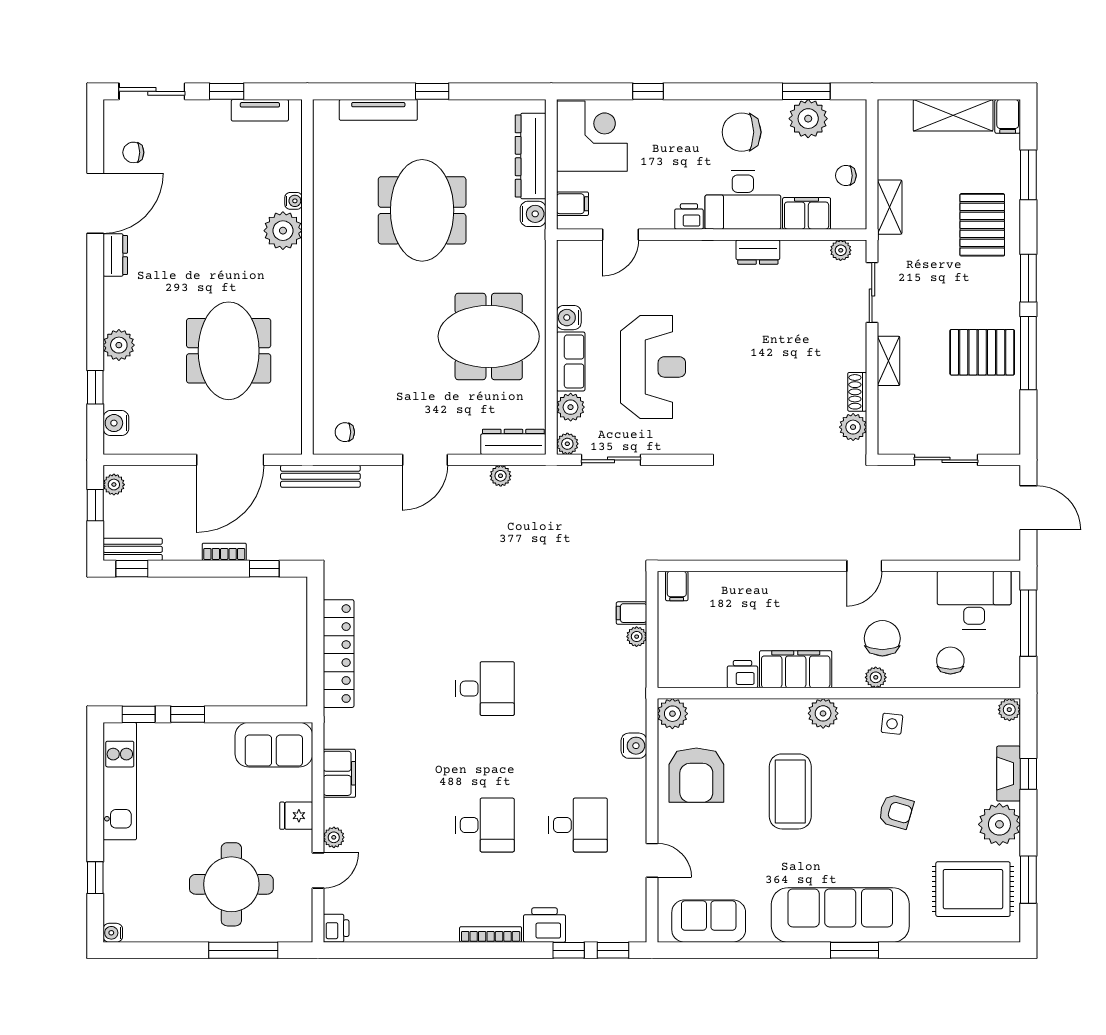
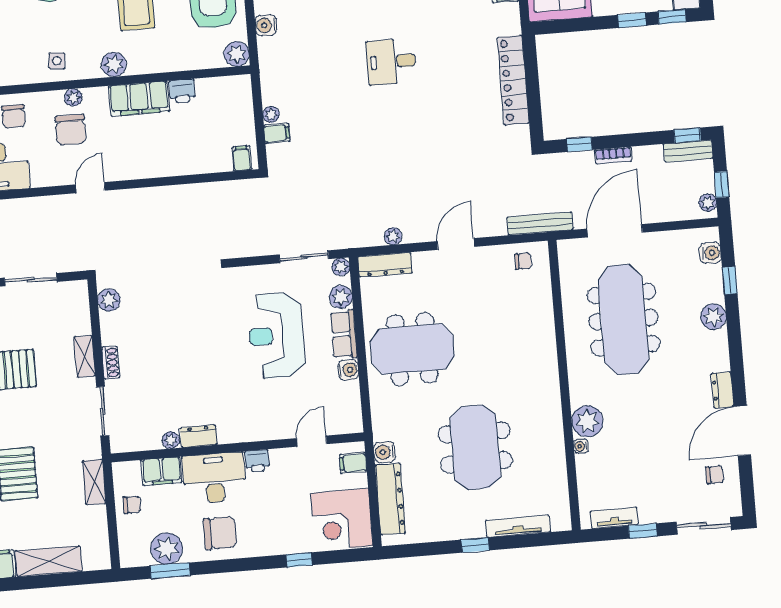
plant: (841, 250) -> (171, 440), moved
meeting table: (229, 351) -> (623, 320), width x1.36
shoe rack: (857, 392) -> (111, 363), moved

